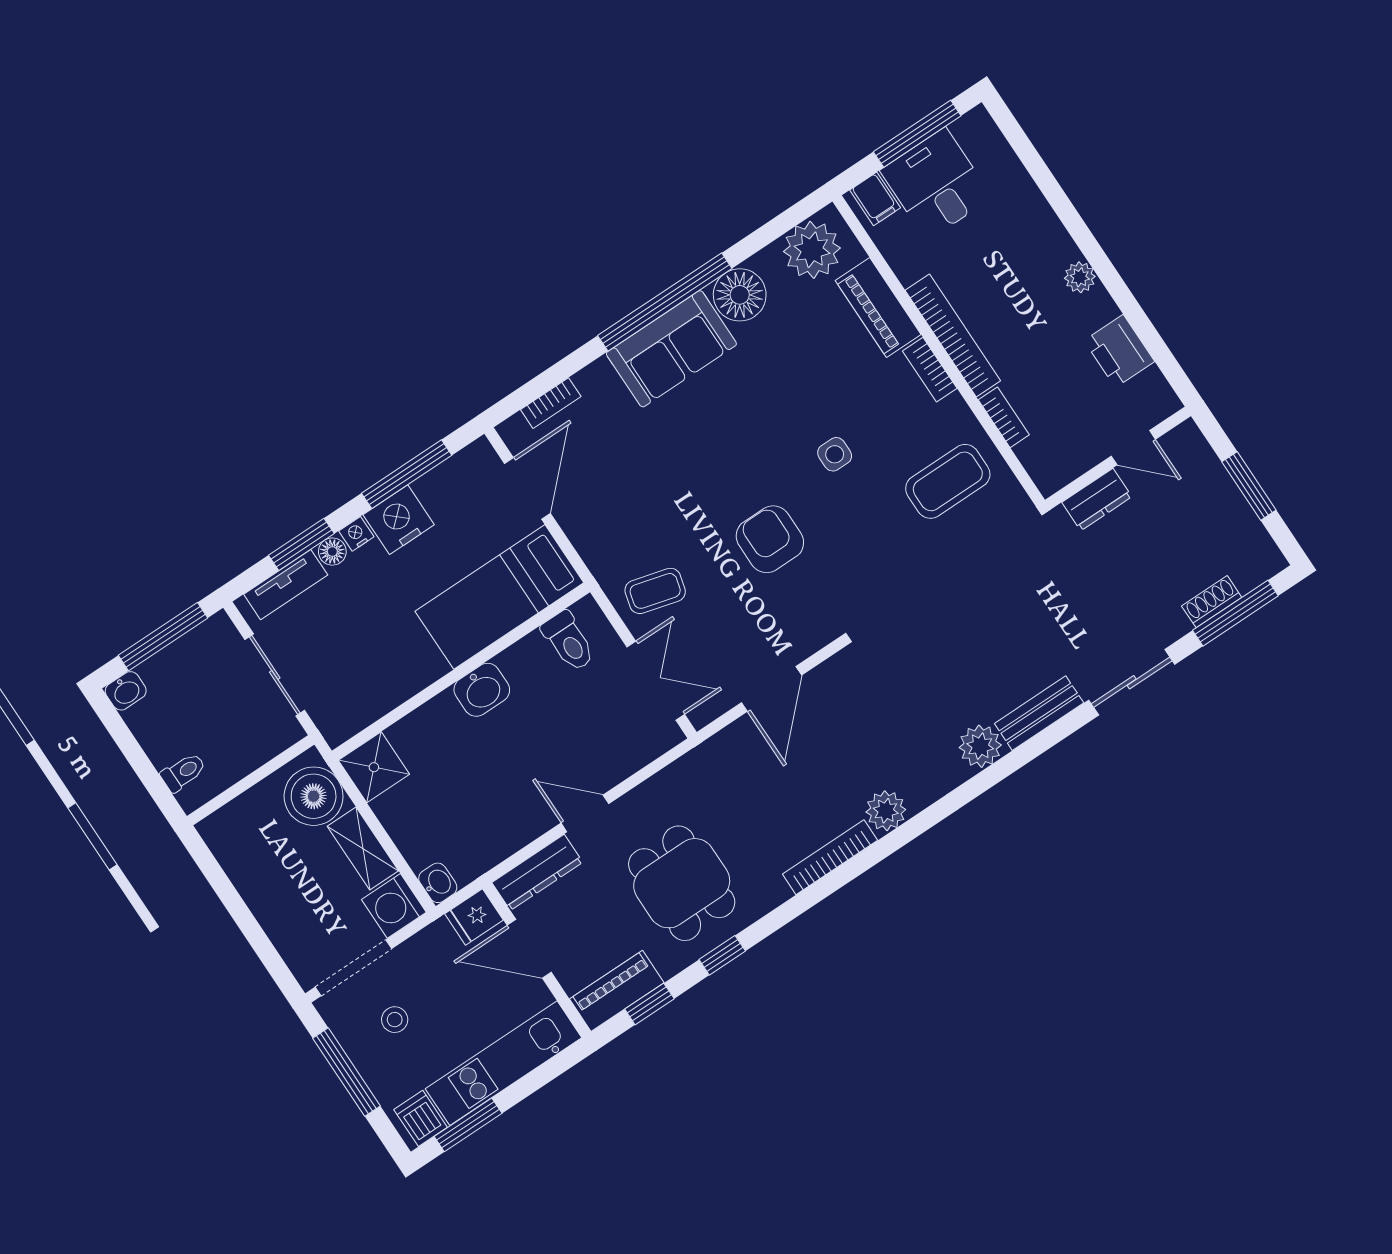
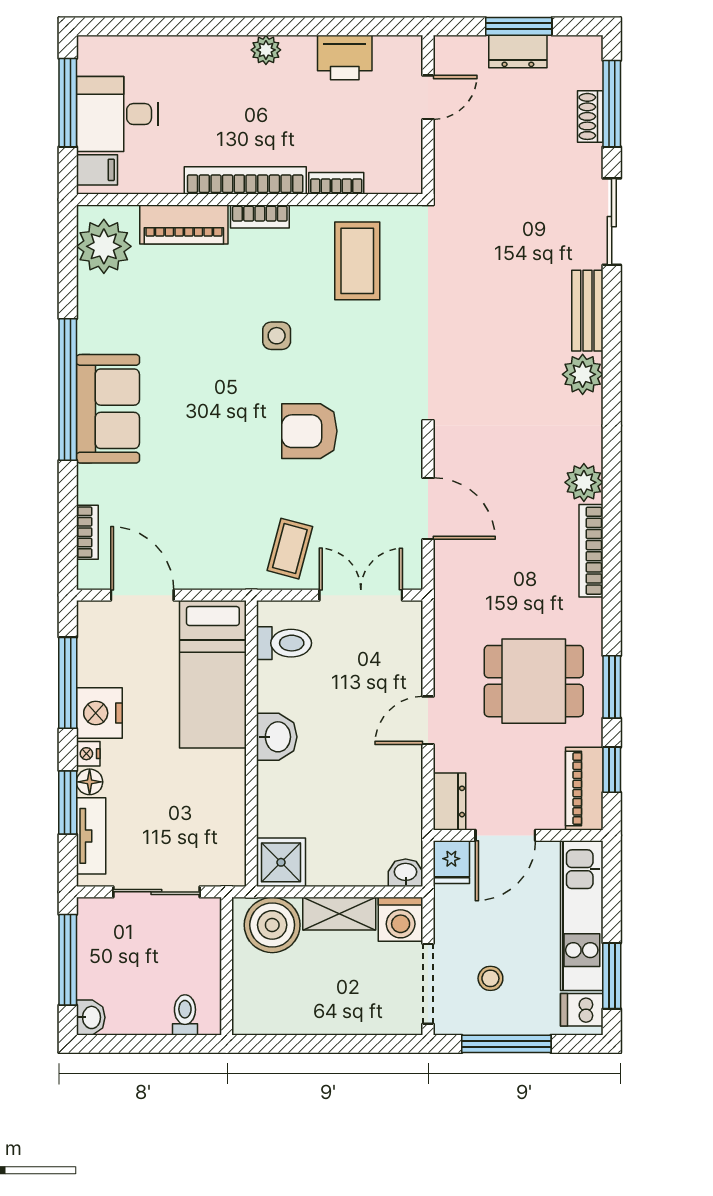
floor lamp: (740, 295) -> (101, 327), removed
dresser: (1097, 499) -> (518, 52), moved, turned 90
dresser: (537, 872) -> (449, 801), width x0.70
window: (722, 955) -> (612, 687), width x1.50

